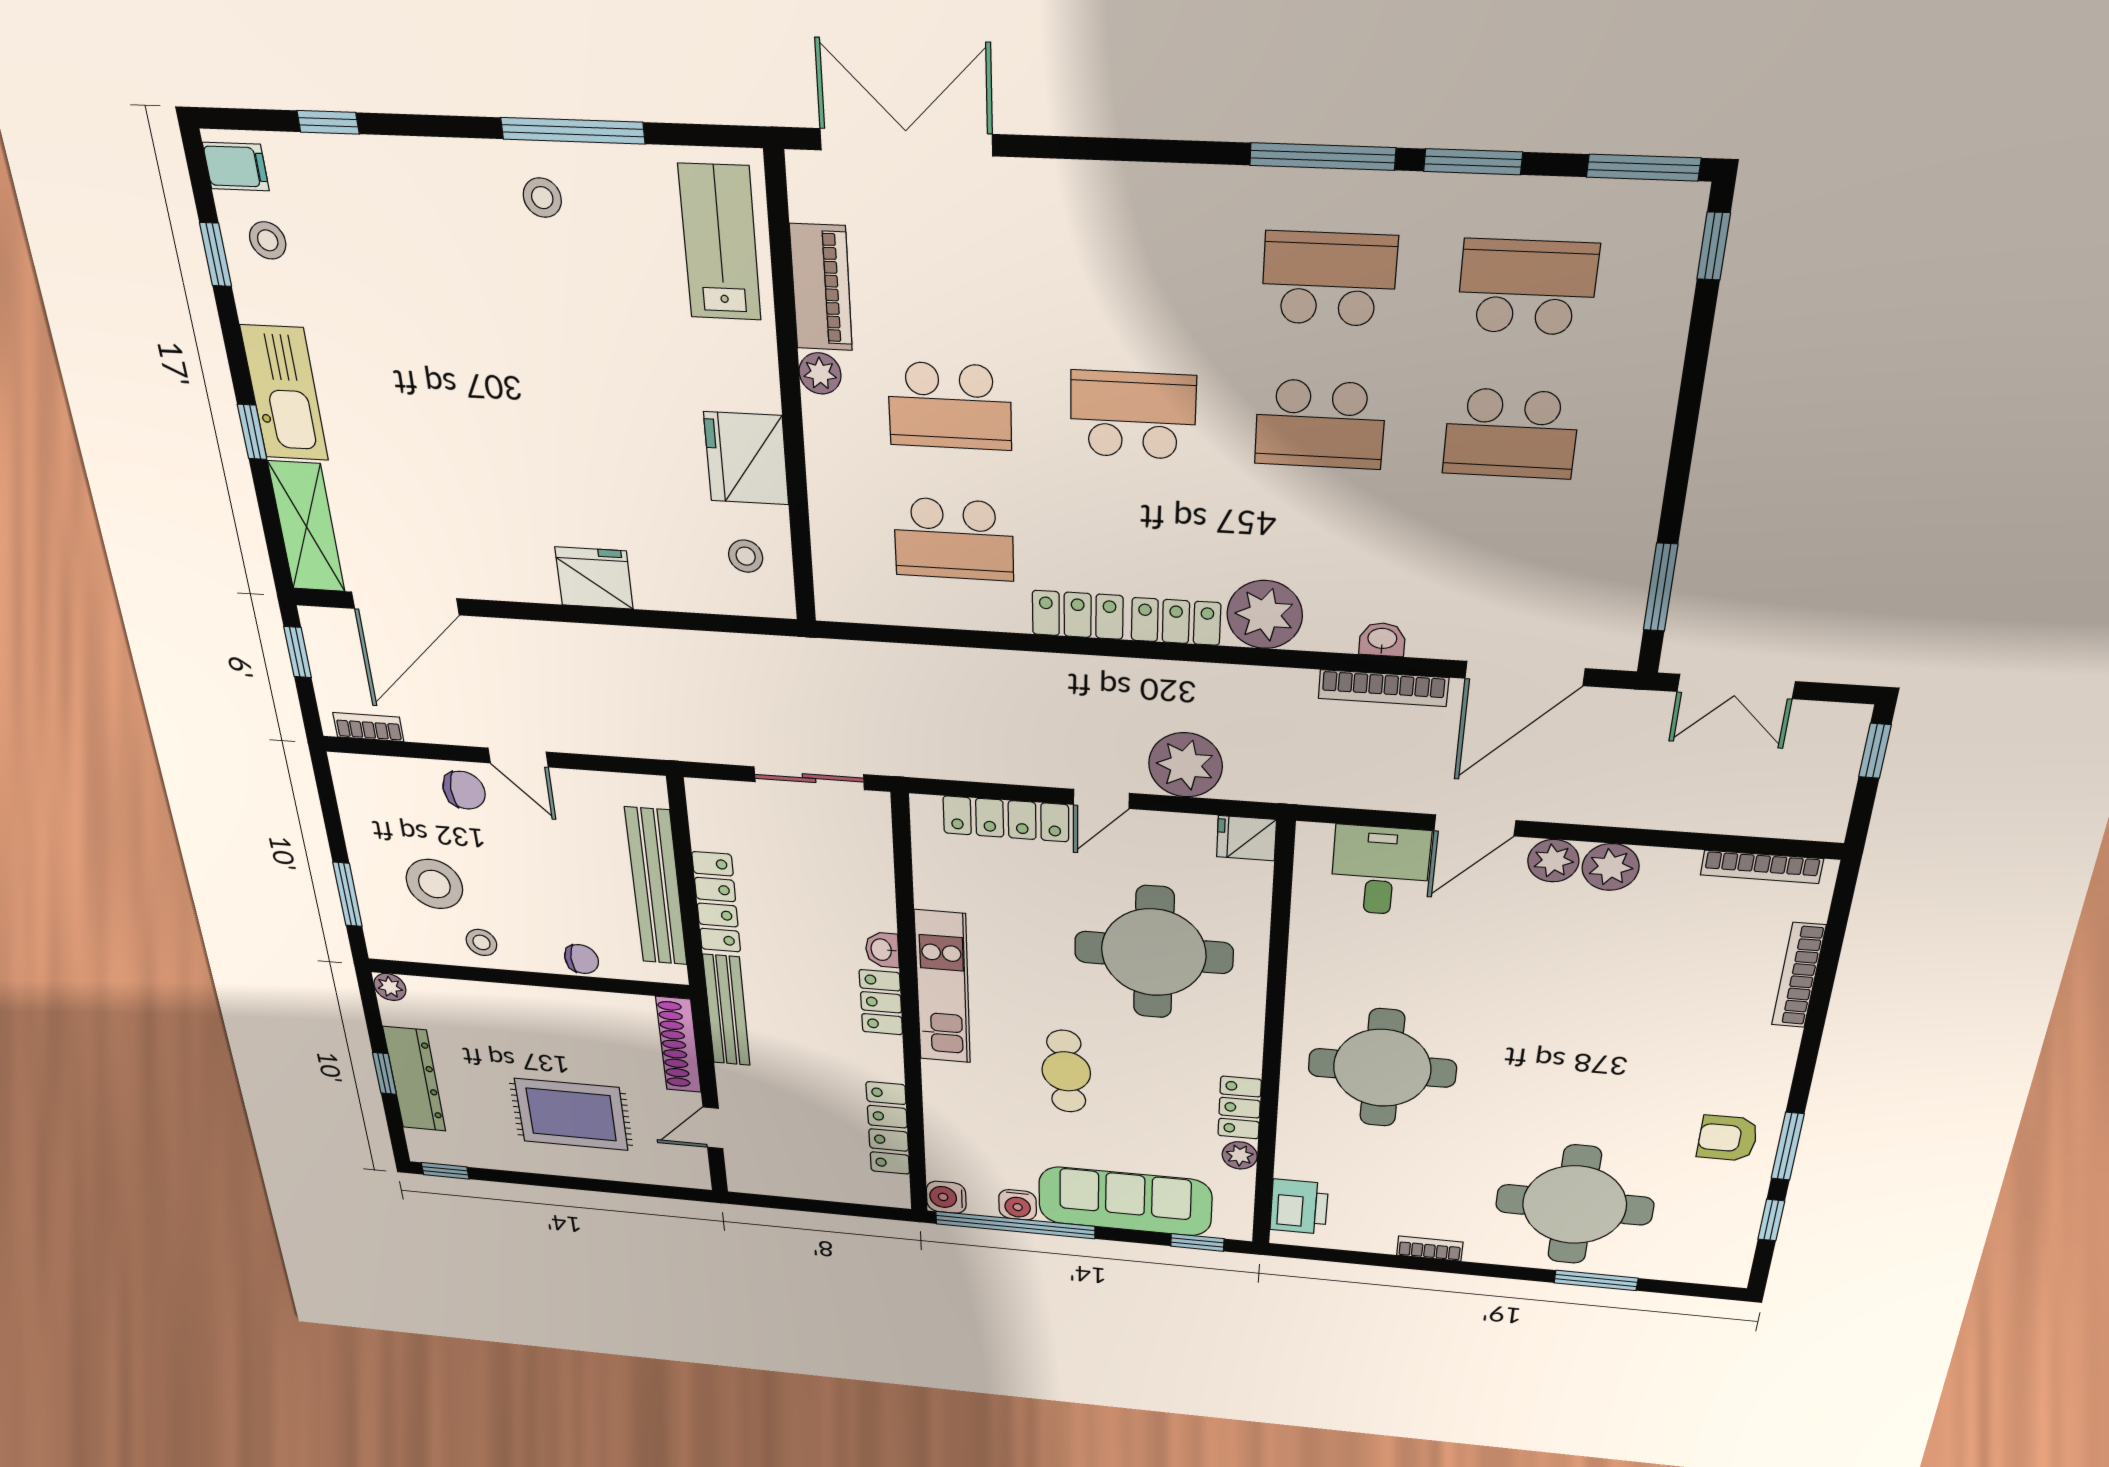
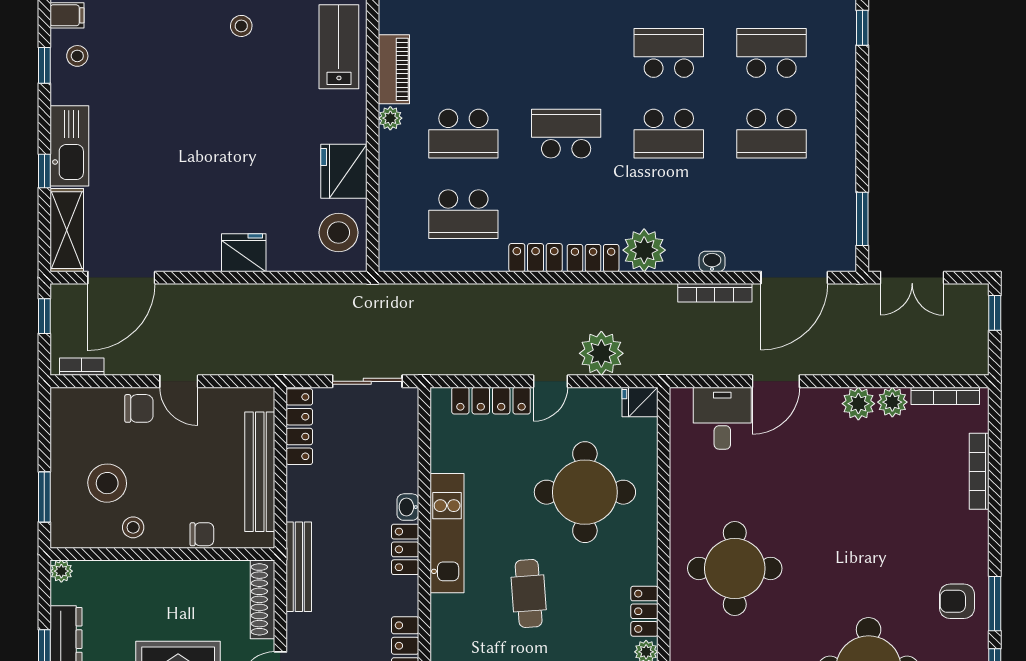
stool: (746, 556) -> (339, 233), width x1.89, depth x1.89
plant: (1553, 861) -> (892, 402), moved
locker: (716, 902) -> (299, 427), moved

